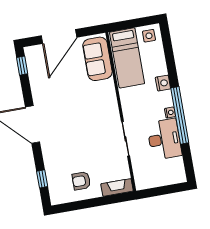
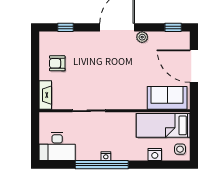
nightstand: (163, 83) -> (155, 154), moved
plant: (38, 96) -> (142, 37), added
desk: (164, 139) -> (57, 146), moved
armchair: (81, 181) -> (57, 63), turned -90

